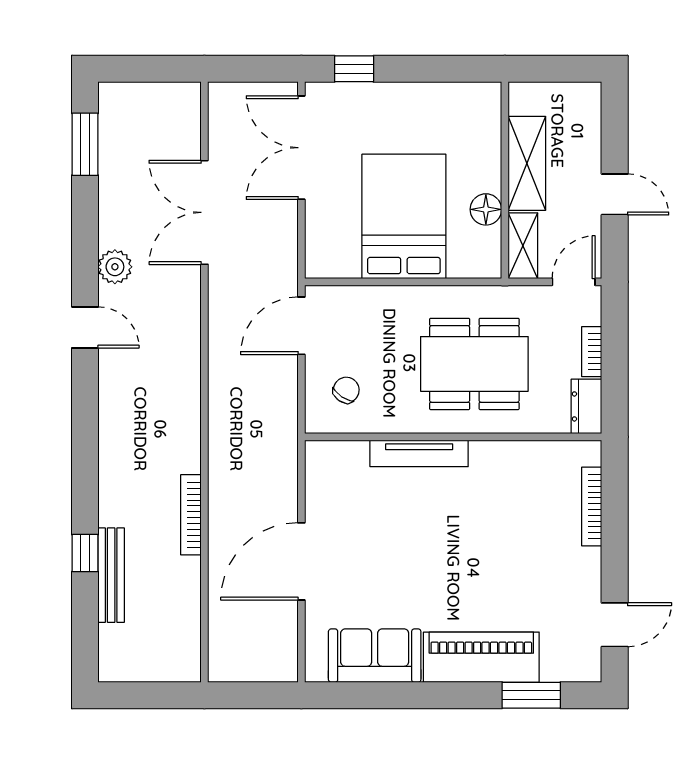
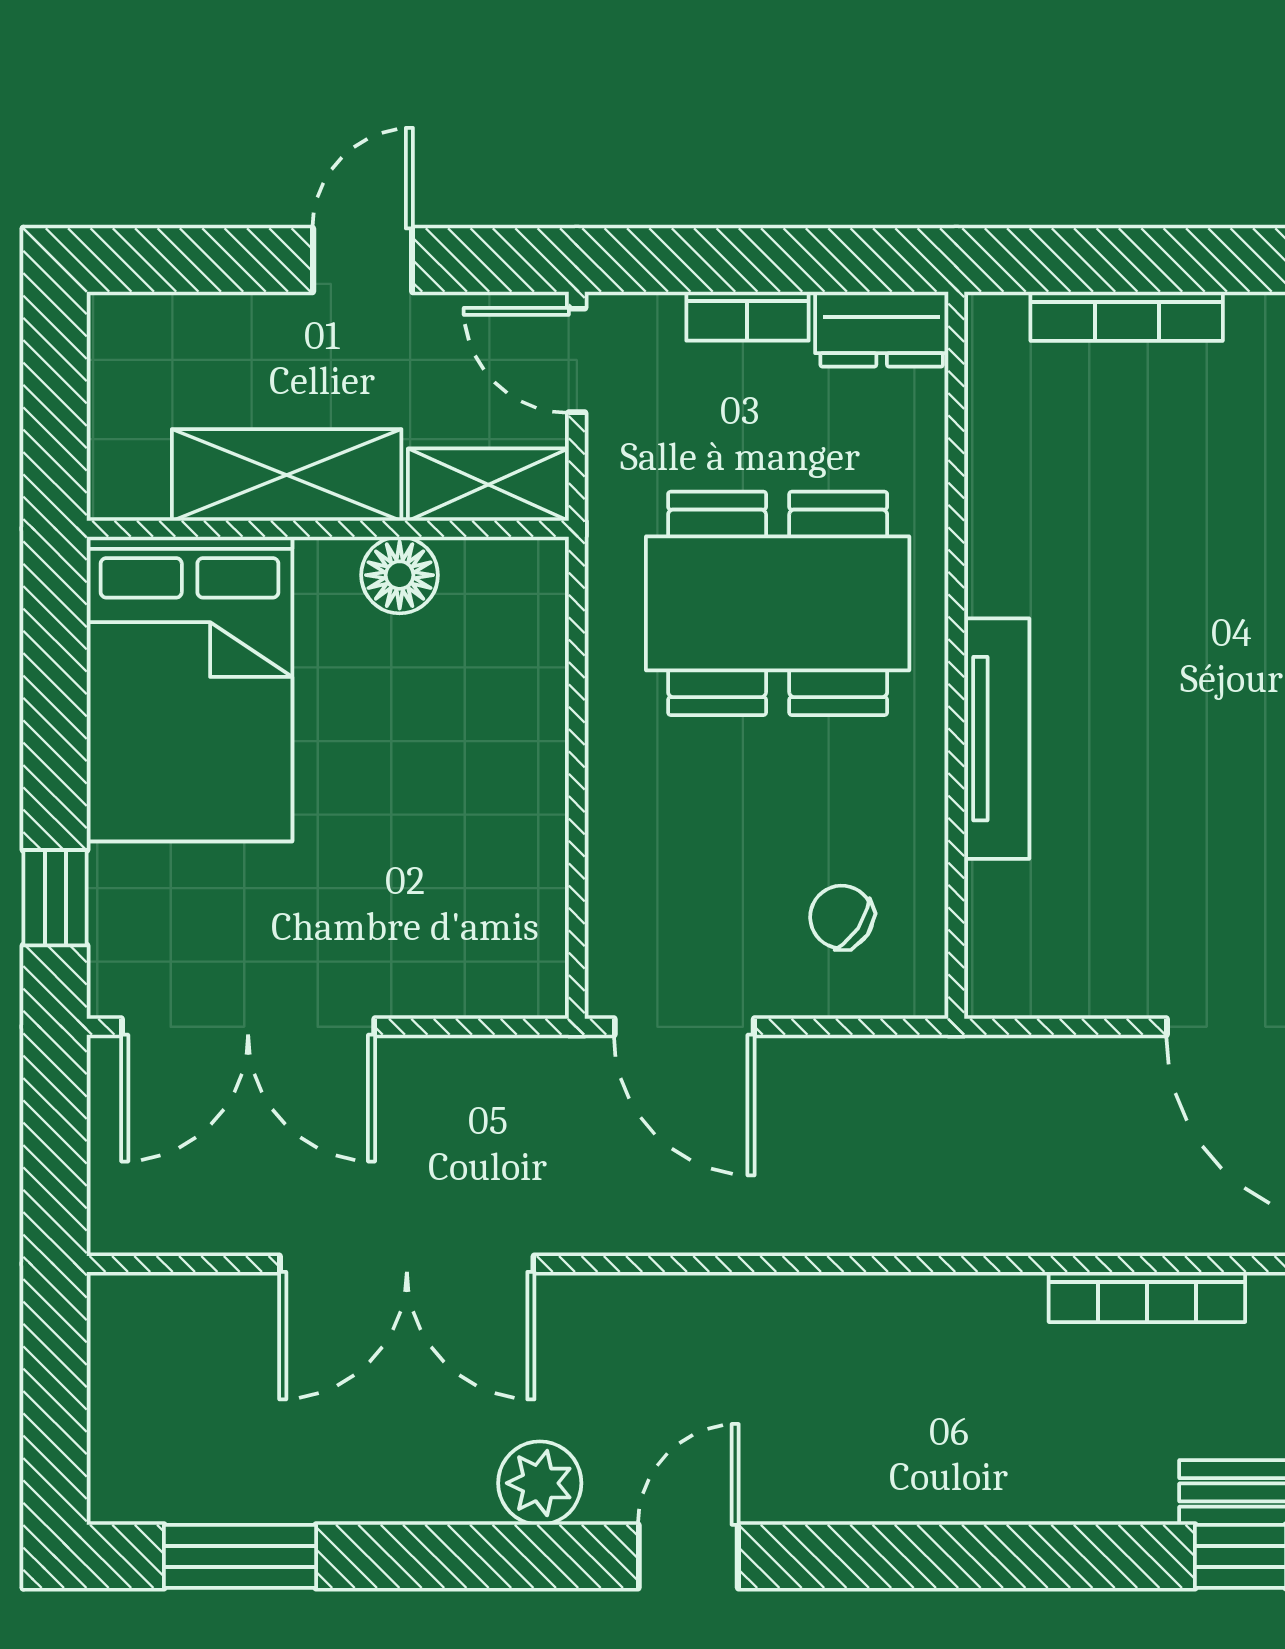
bed: (404, 216) -> (190, 689), moved, turned -90
dining table: (474, 364) -> (778, 603), turned 90

